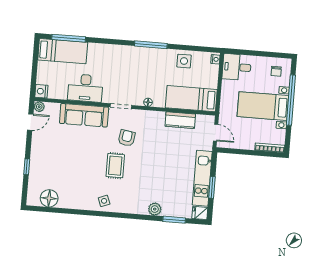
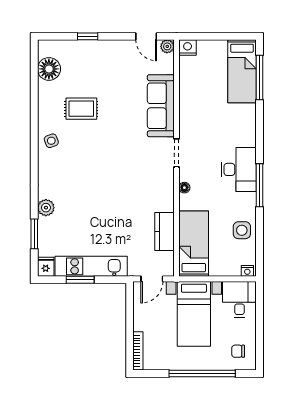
desk: (85, 88) -> (239, 169), moved, turned 180
bed with nightstands: (263, 106) -> (194, 314), moved, turned 180
armchair: (127, 138) -> (136, 164), removed
rug: (115, 166) -> (81, 109), moved

